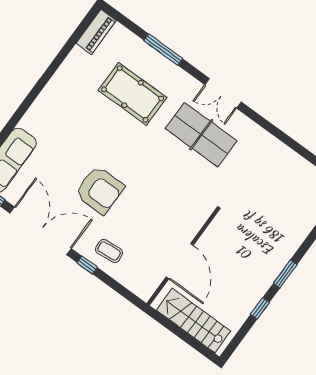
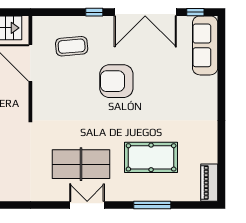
armchair: (100, 190) -> (116, 81), moved
coffee table: (109, 251) -> (72, 46), moved, width x1.36, depth x1.30

